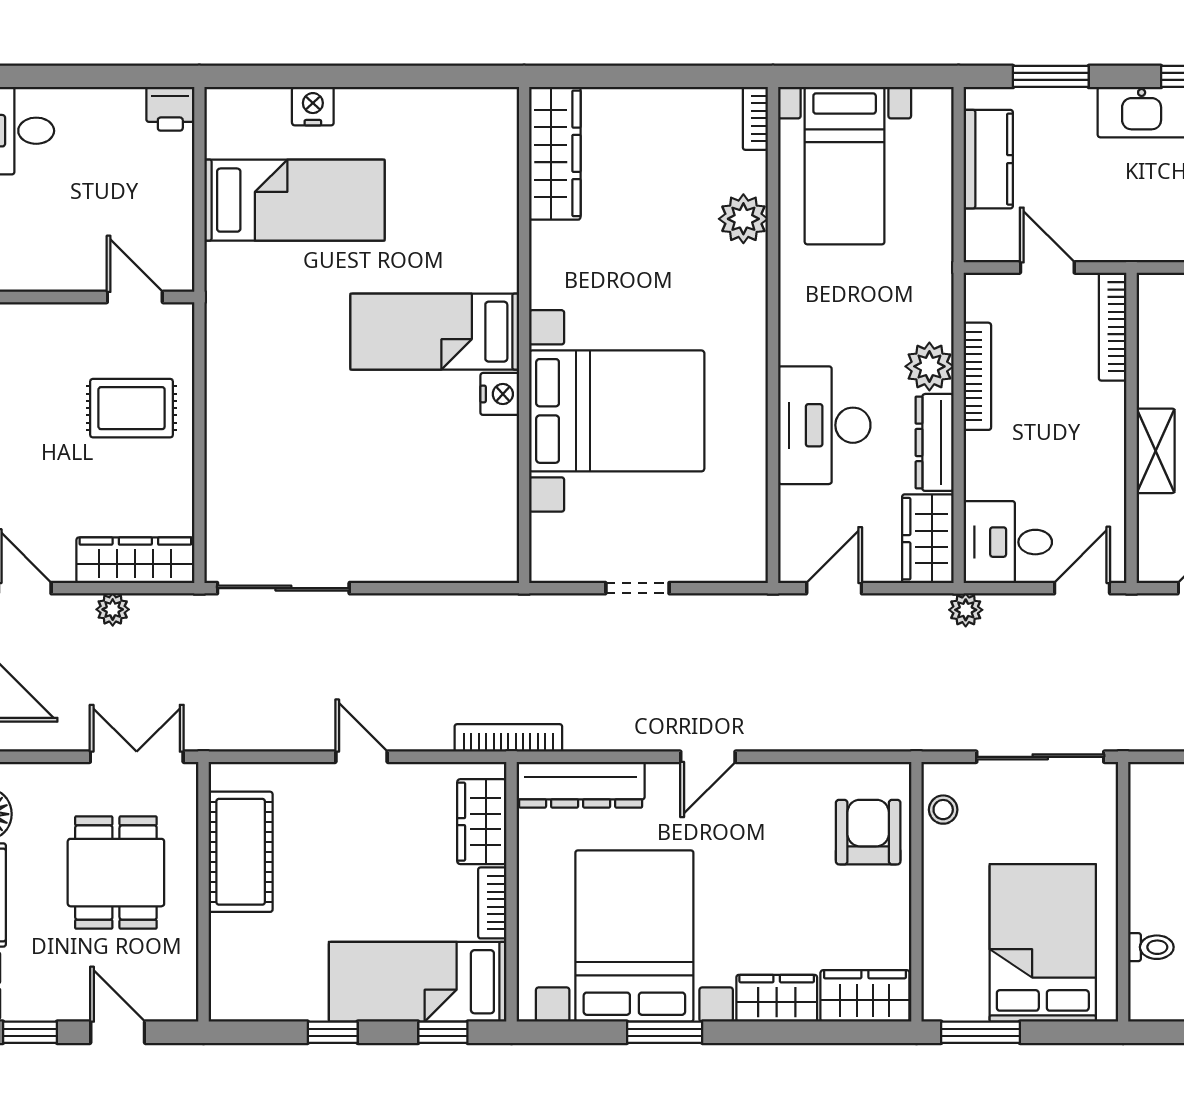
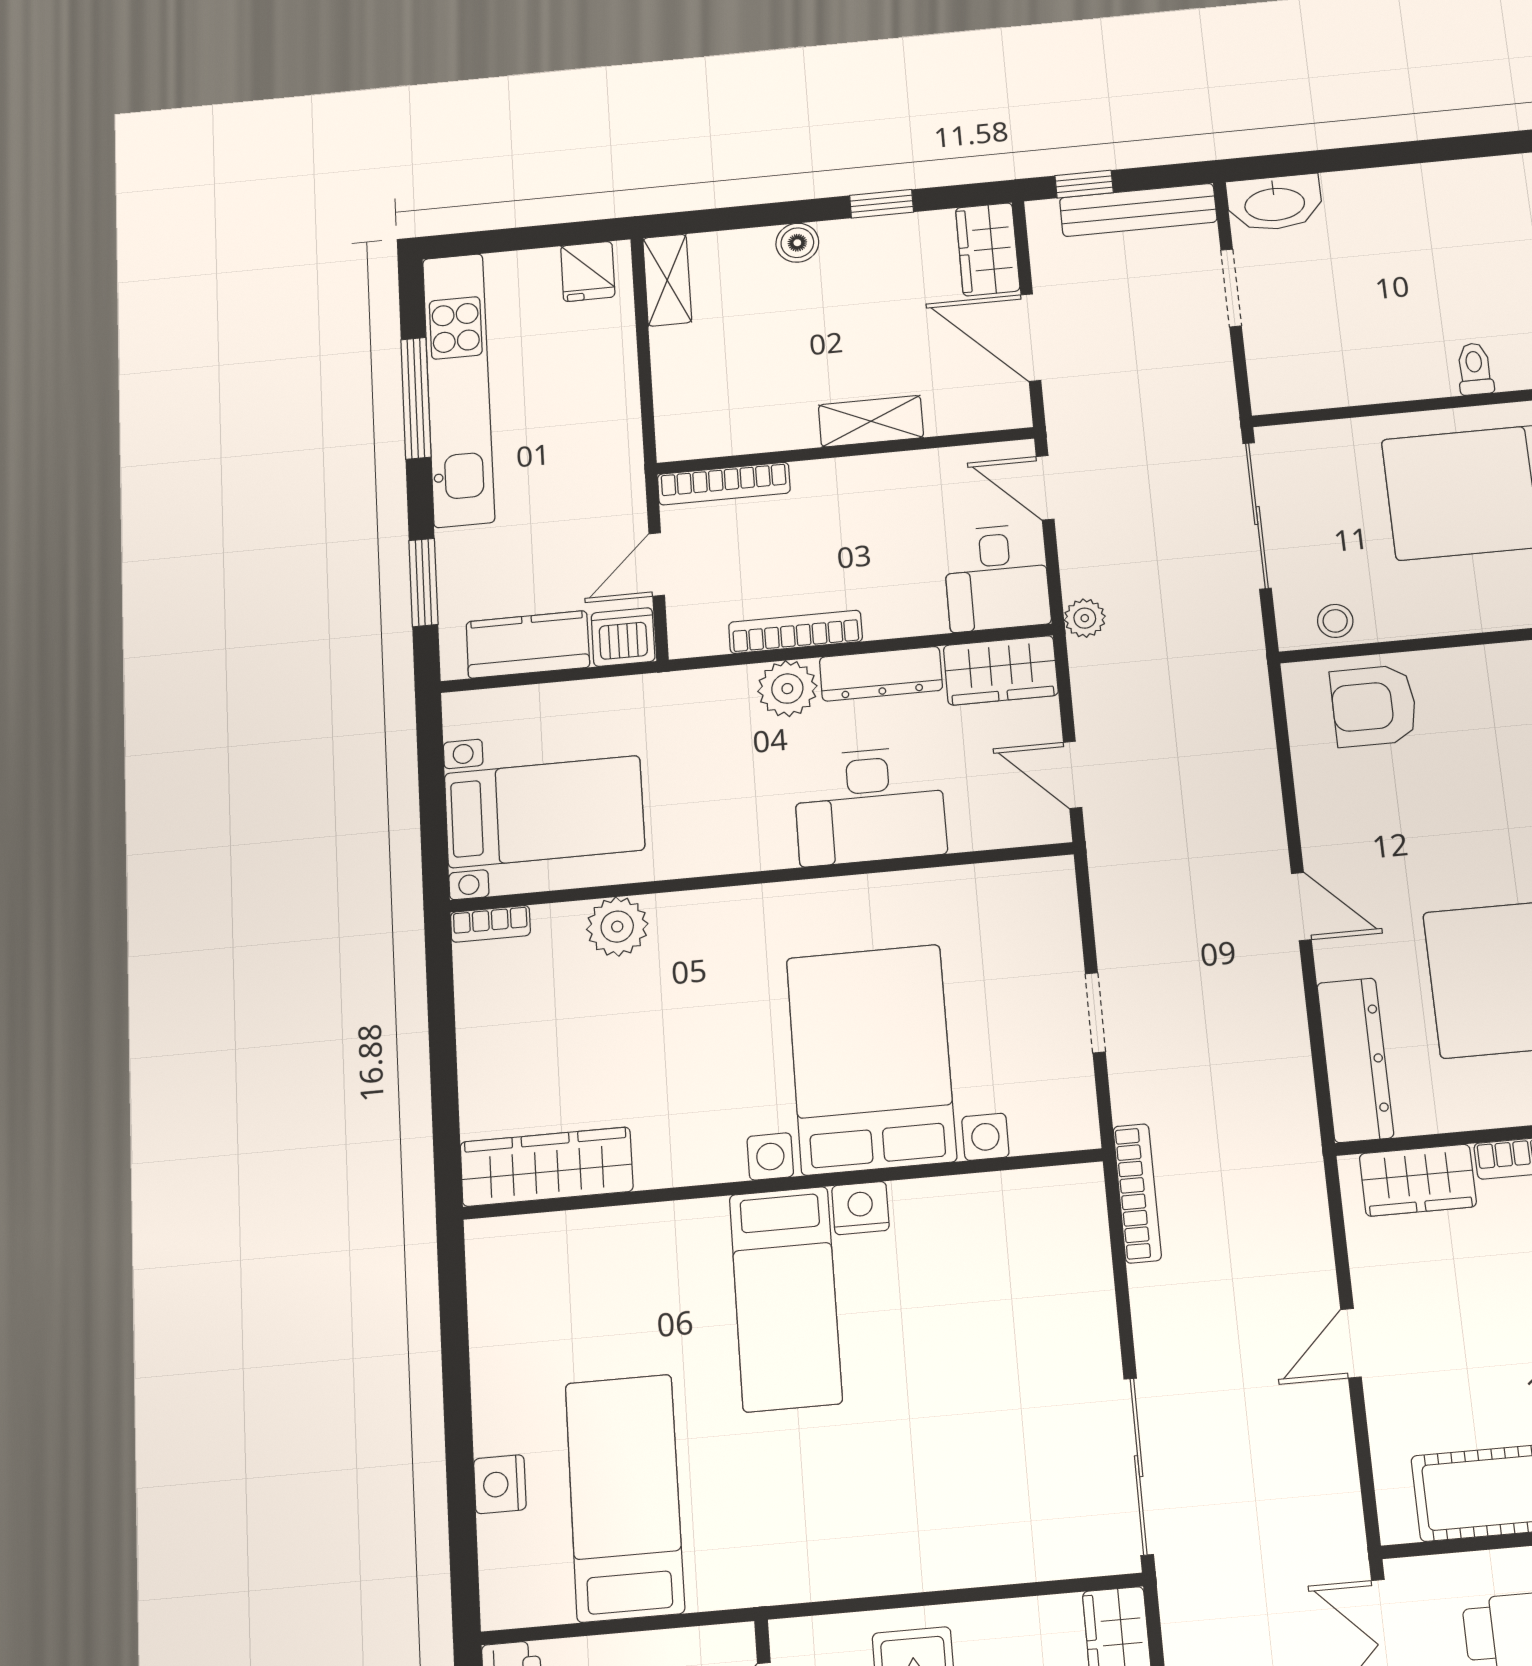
dishwasher: (987, 237) -> (623, 637), added
bookcase: (508, 738) -> (1137, 1193), moved, turned 180

